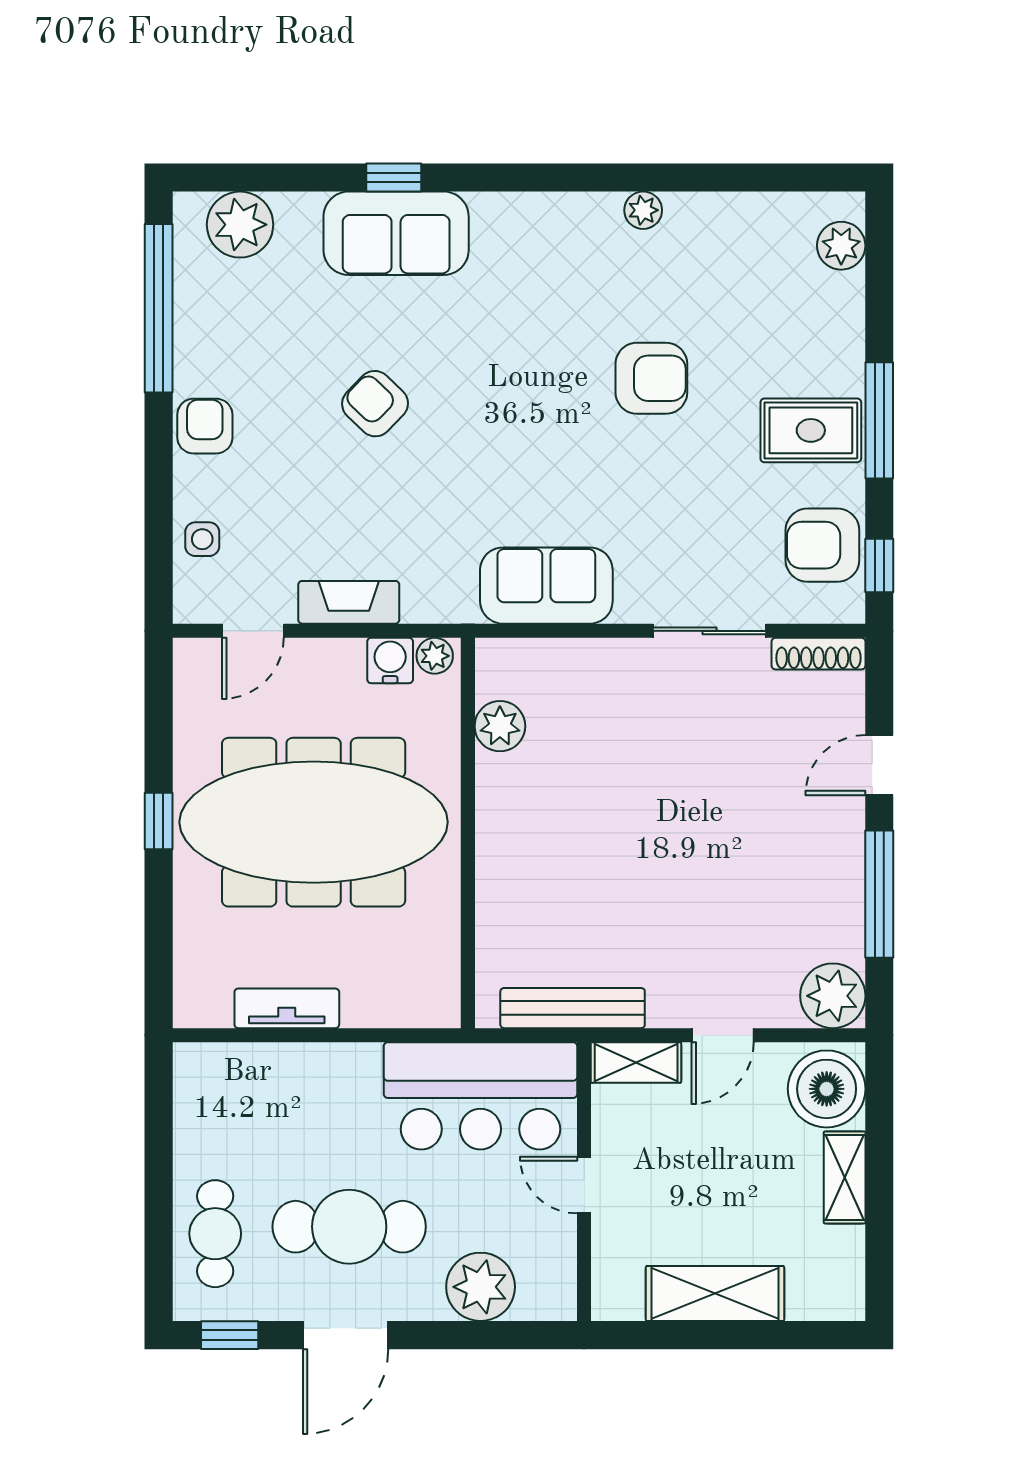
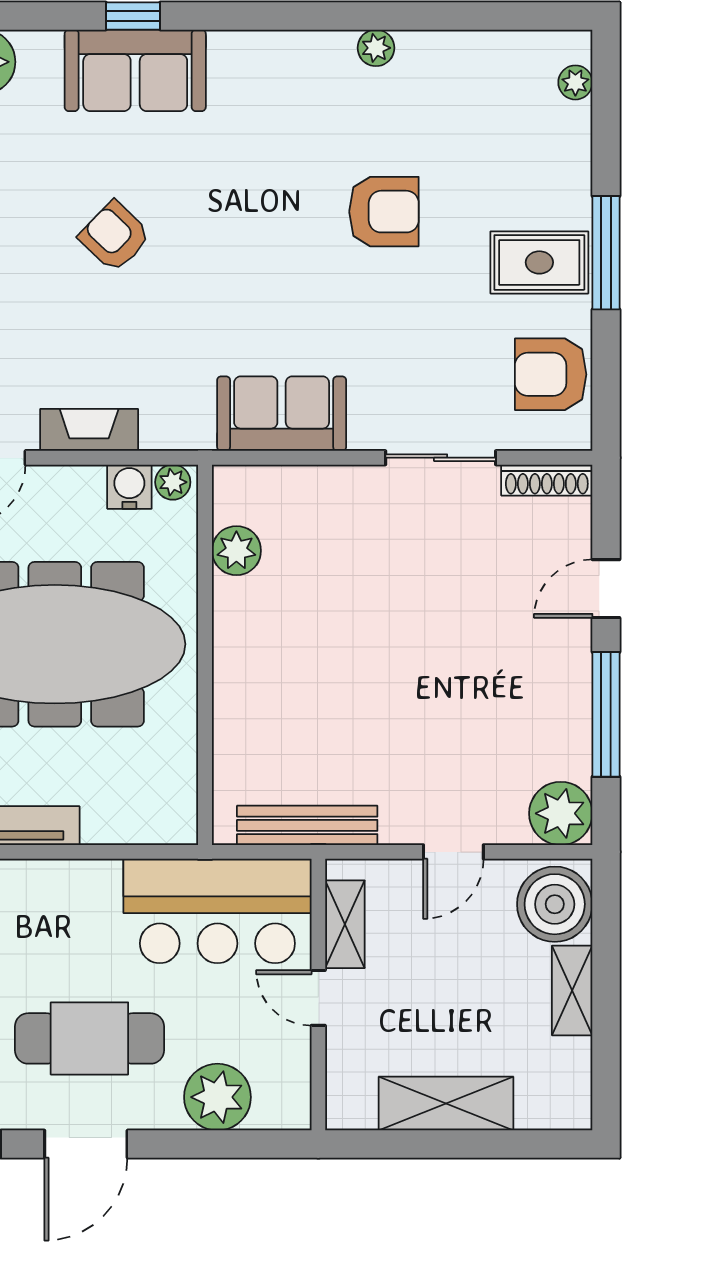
plant: (841, 246) -> (575, 82), width x0.73, depth x0.73
window: (879, 565) -> (606, 394), removed
shelving: (636, 1062) -> (345, 924), moved, turned 90

